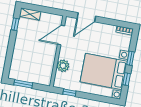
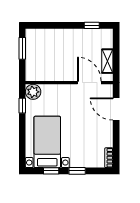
shelving: (30, 14) -> (107, 61), moved
plant: (63, 66) -> (33, 92), moved
bed with nightstands: (104, 72) -> (47, 142), width x0.73

